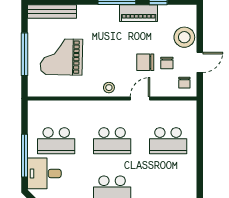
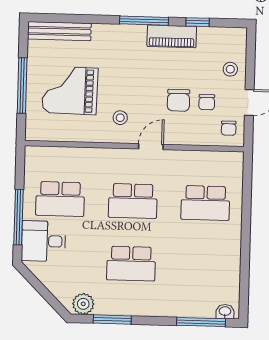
stool: (184, 37) -> (230, 69), width x0.53, depth x0.53
chair: (145, 62) -> (179, 100), turned -90
stool: (109, 88) -> (120, 118), moved
door: (140, 98) -> (151, 147), moved

